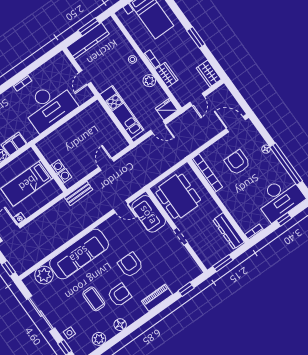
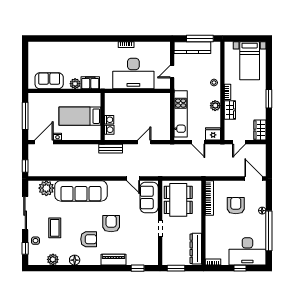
window: (89, 27) -> (200, 38), width x1.44
coffee table: (94, 299) -> (55, 228), moved

